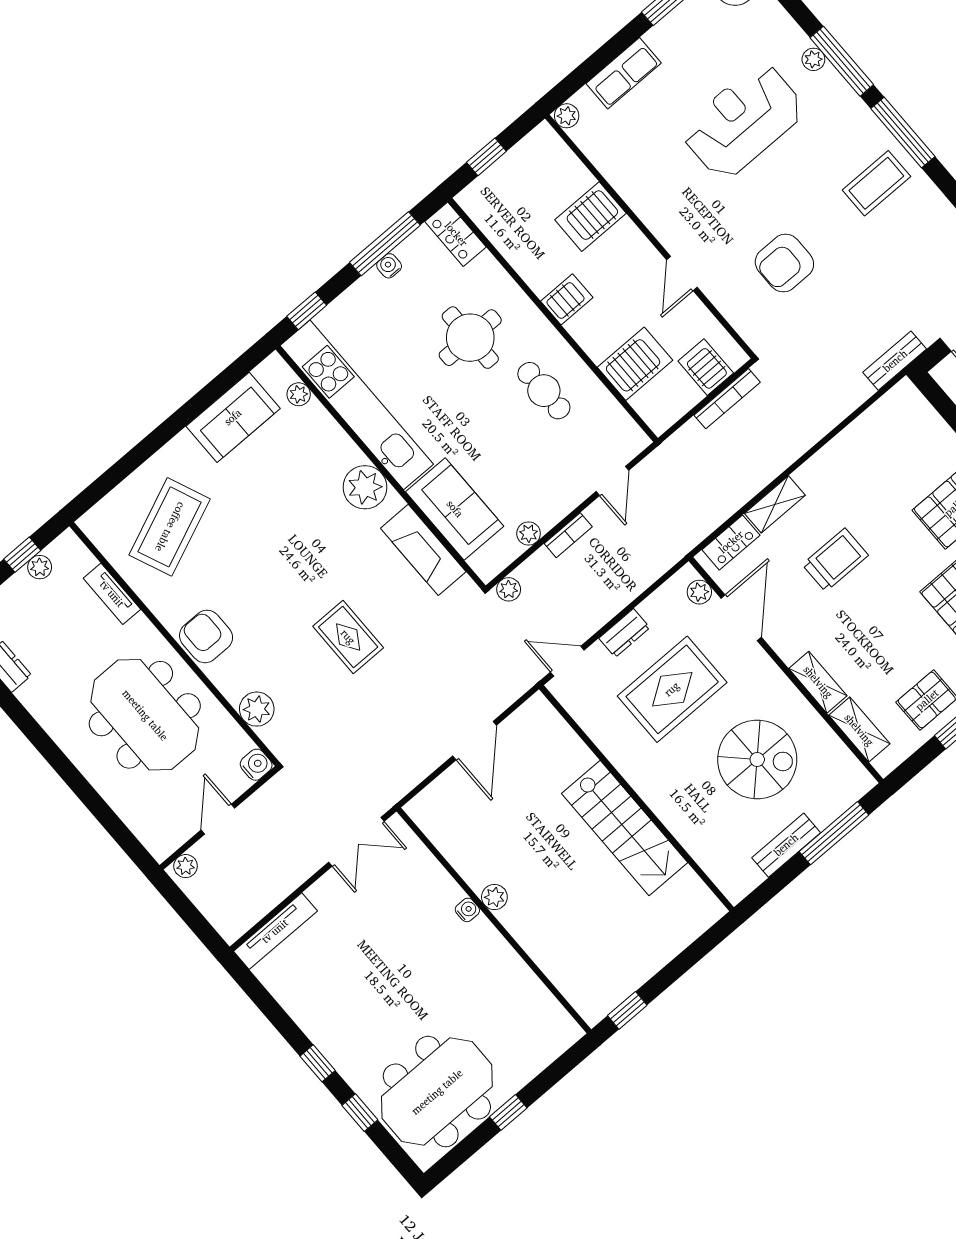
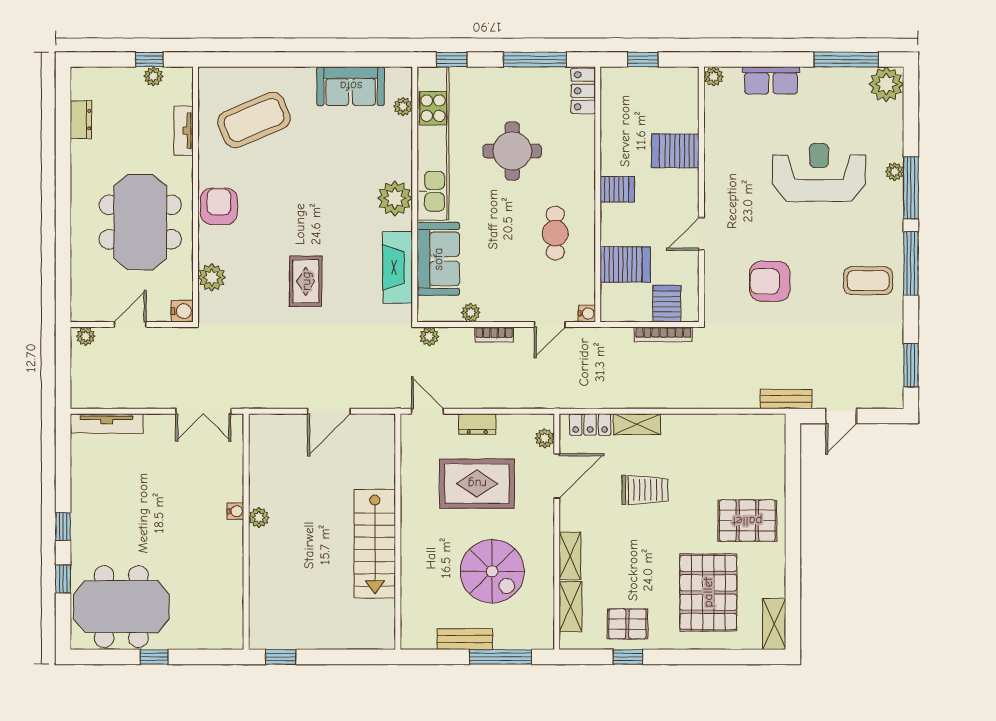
water cooler: (389, 266) -> (587, 314), moved, turned 90
round table: (470, 338) -> (512, 151), moved

